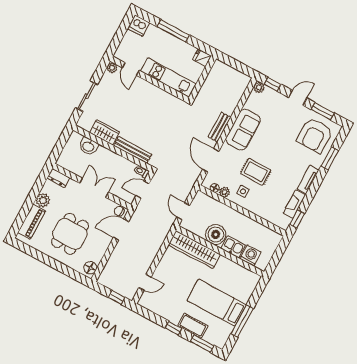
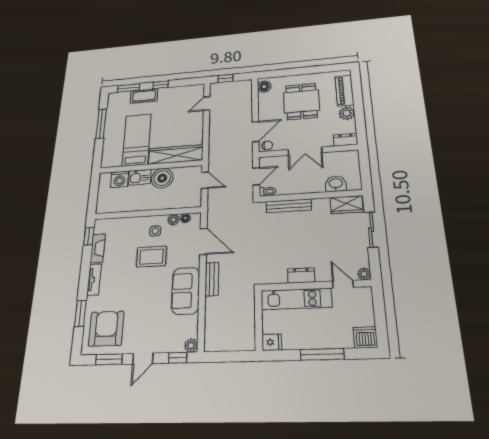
dresser: (155, 92) -> (301, 276), added
wardrobe: (105, 132) -> (347, 205), moved
bed: (217, 303) -> (137, 140), moved, turned -90

